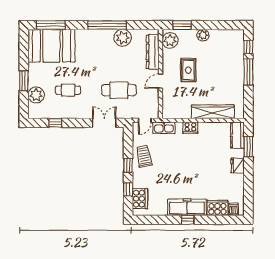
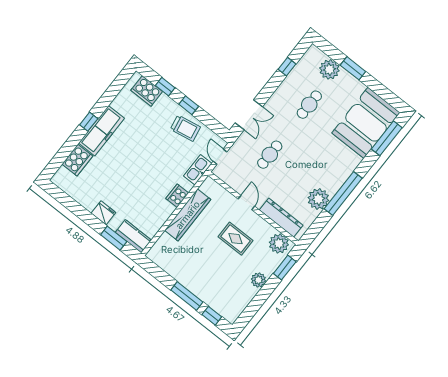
cafe table: (119, 90) -> (270, 155), width x0.73, depth x0.74
wardrobe: (213, 112) -> (188, 215), moved
dishwasher: (233, 209) -> (64, 175), removed

